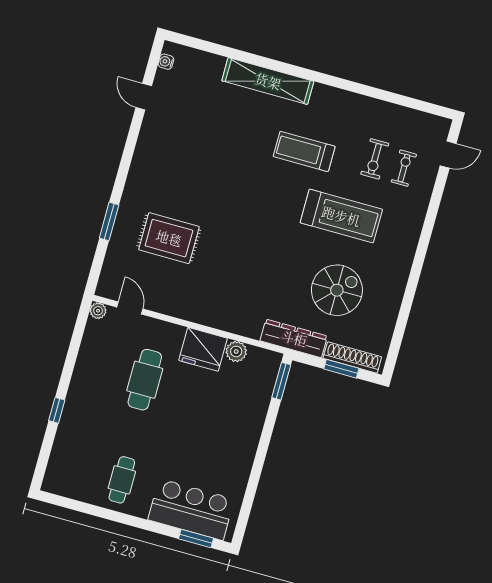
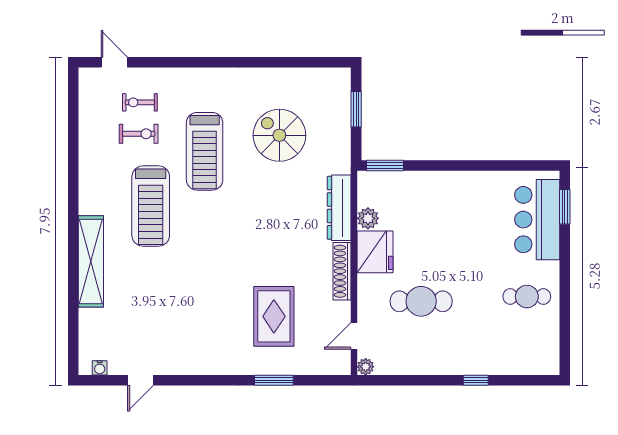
treadmill: (304, 151) -> (151, 206), width x1.37, depth x1.38
treadmill: (341, 216) -> (205, 151), turned 180
dresser: (294, 338) -> (339, 208), moved
shoe rack: (352, 358) -> (342, 271), moved

